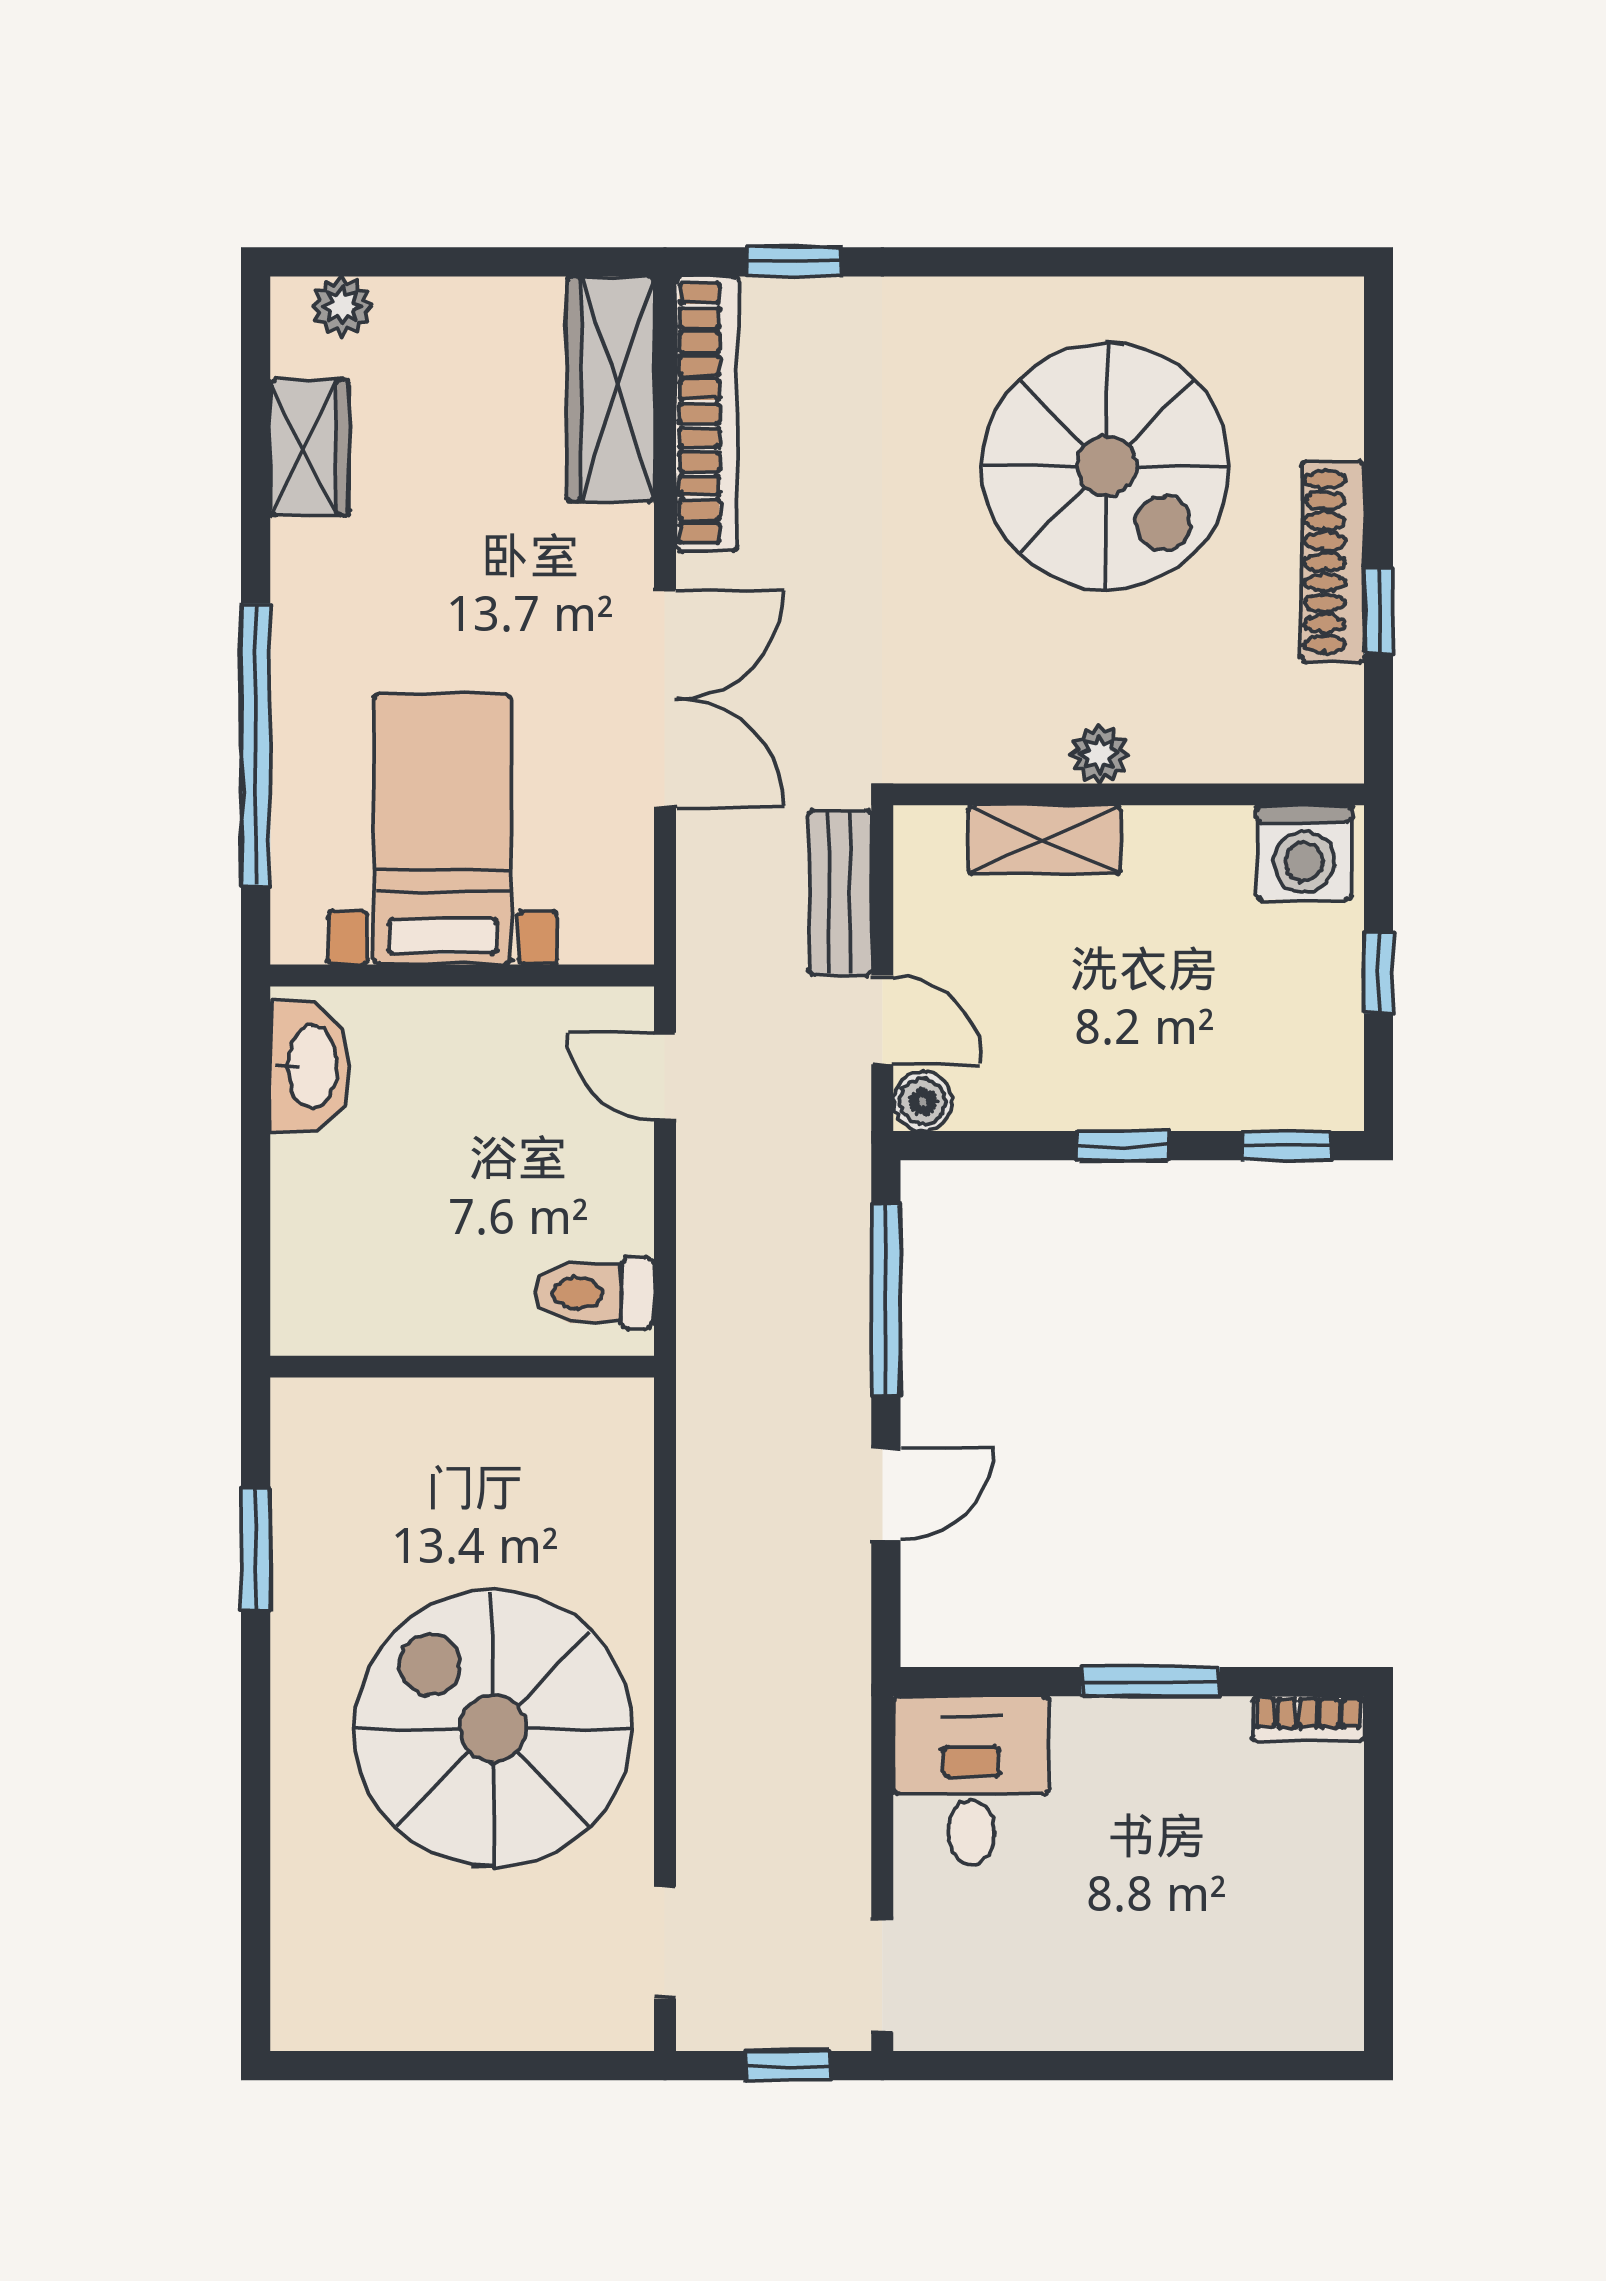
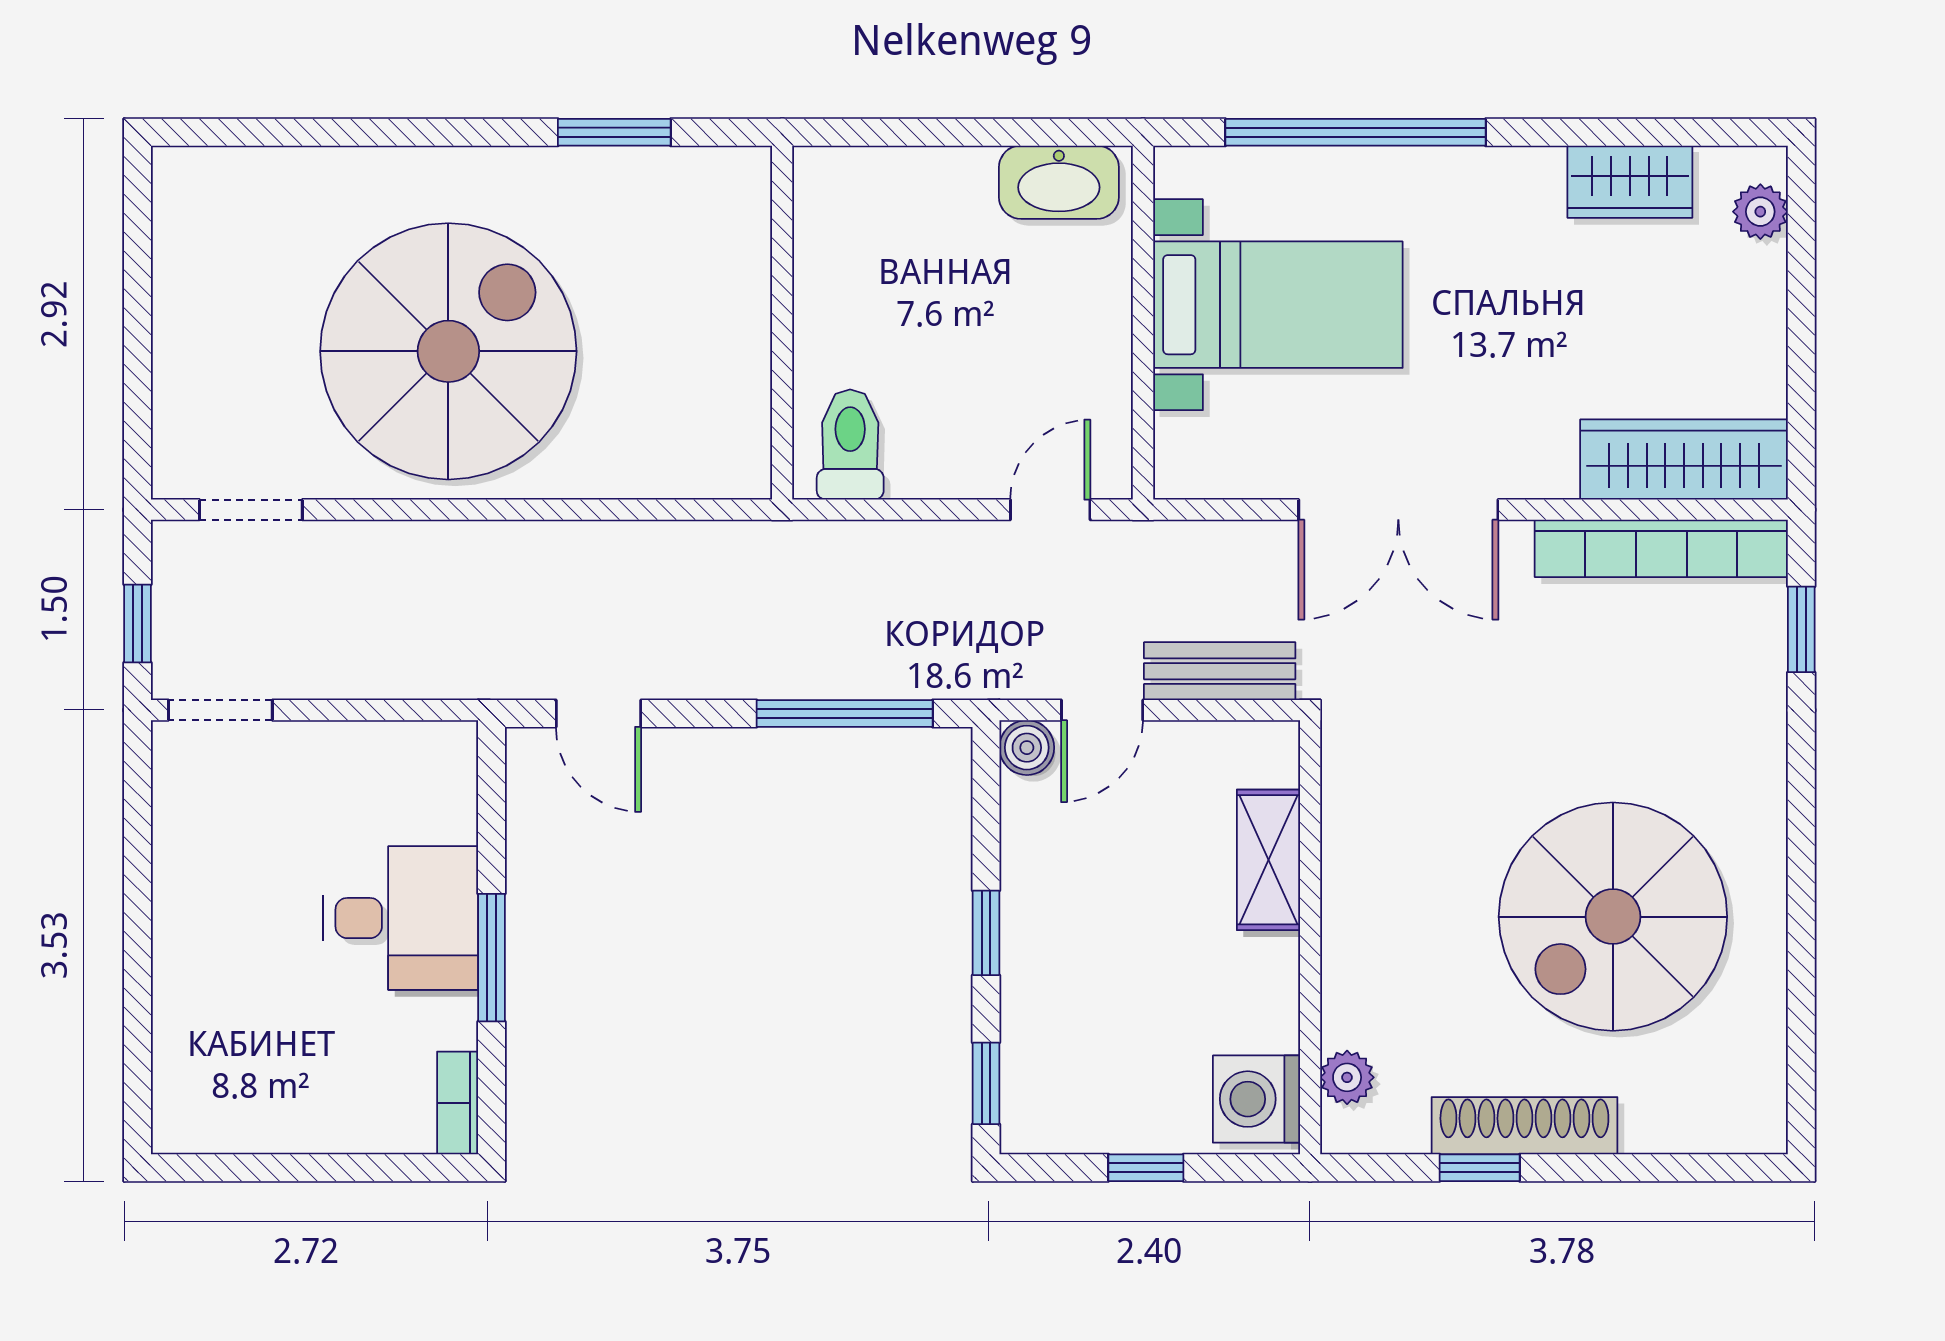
plant: (1099, 754) -> (1347, 1077), moved
door: (886, 1494) -> (598, 713), moved
desk: (971, 1780) -> (401, 918), moved

